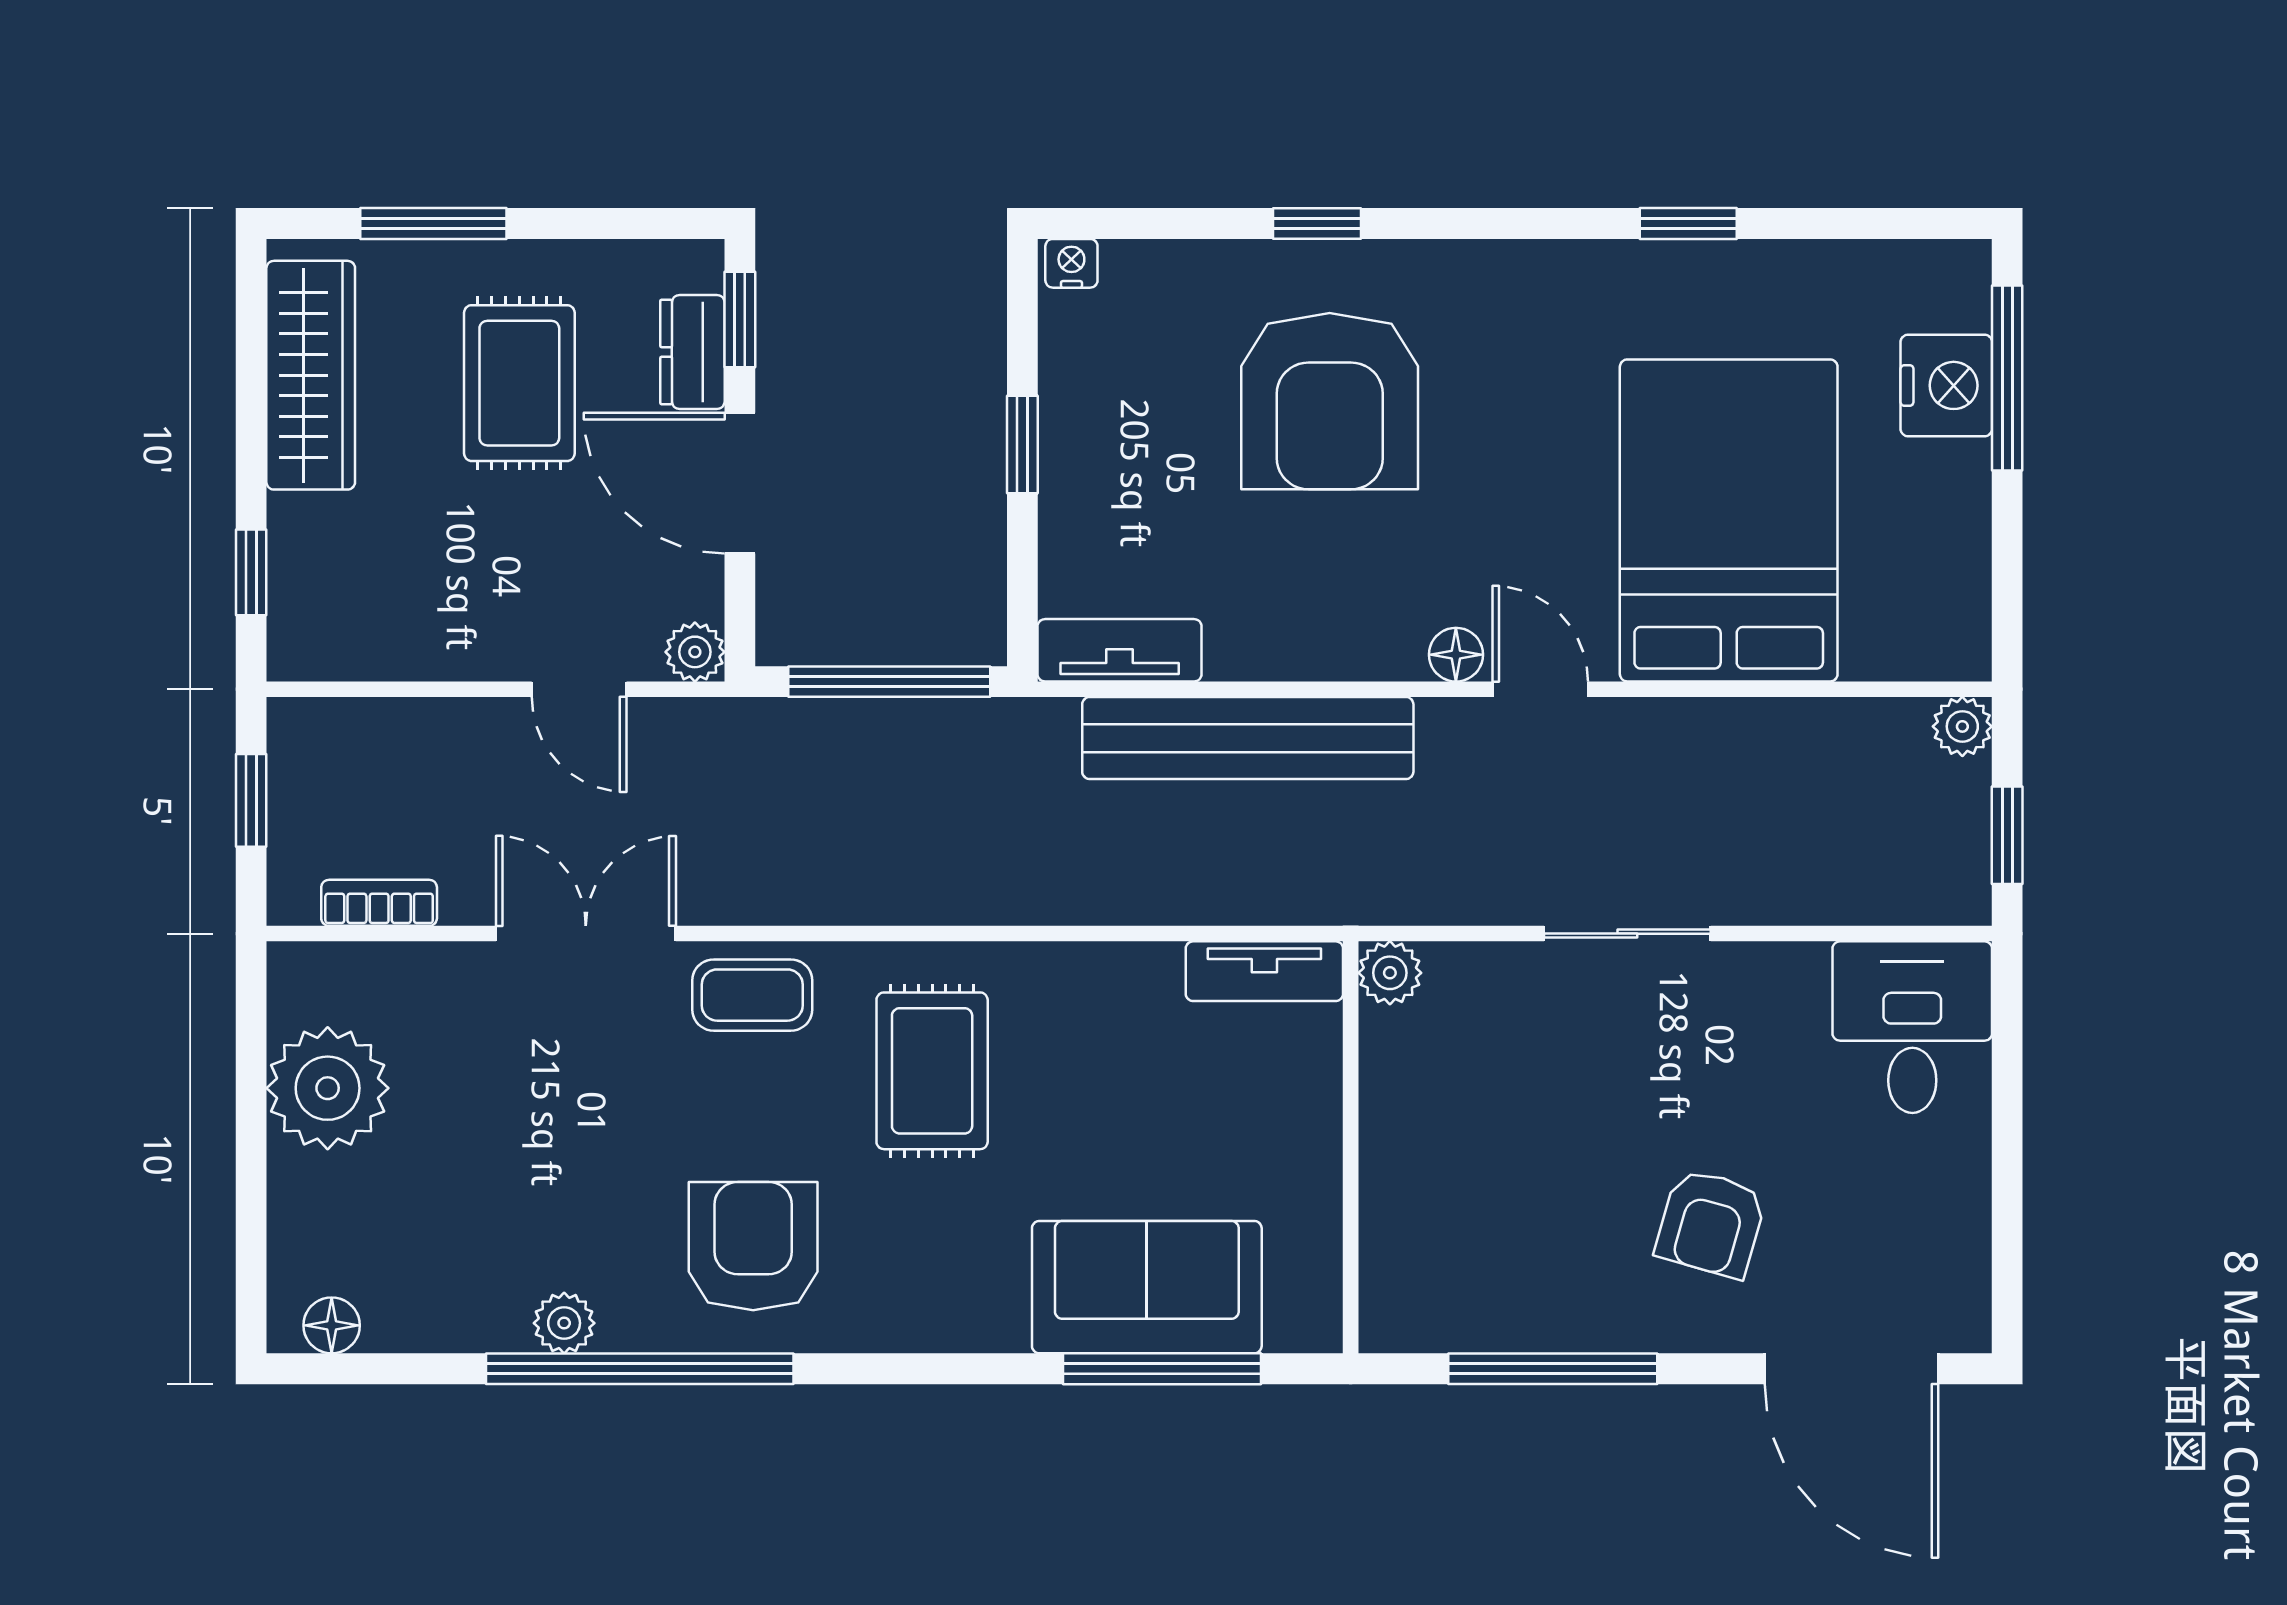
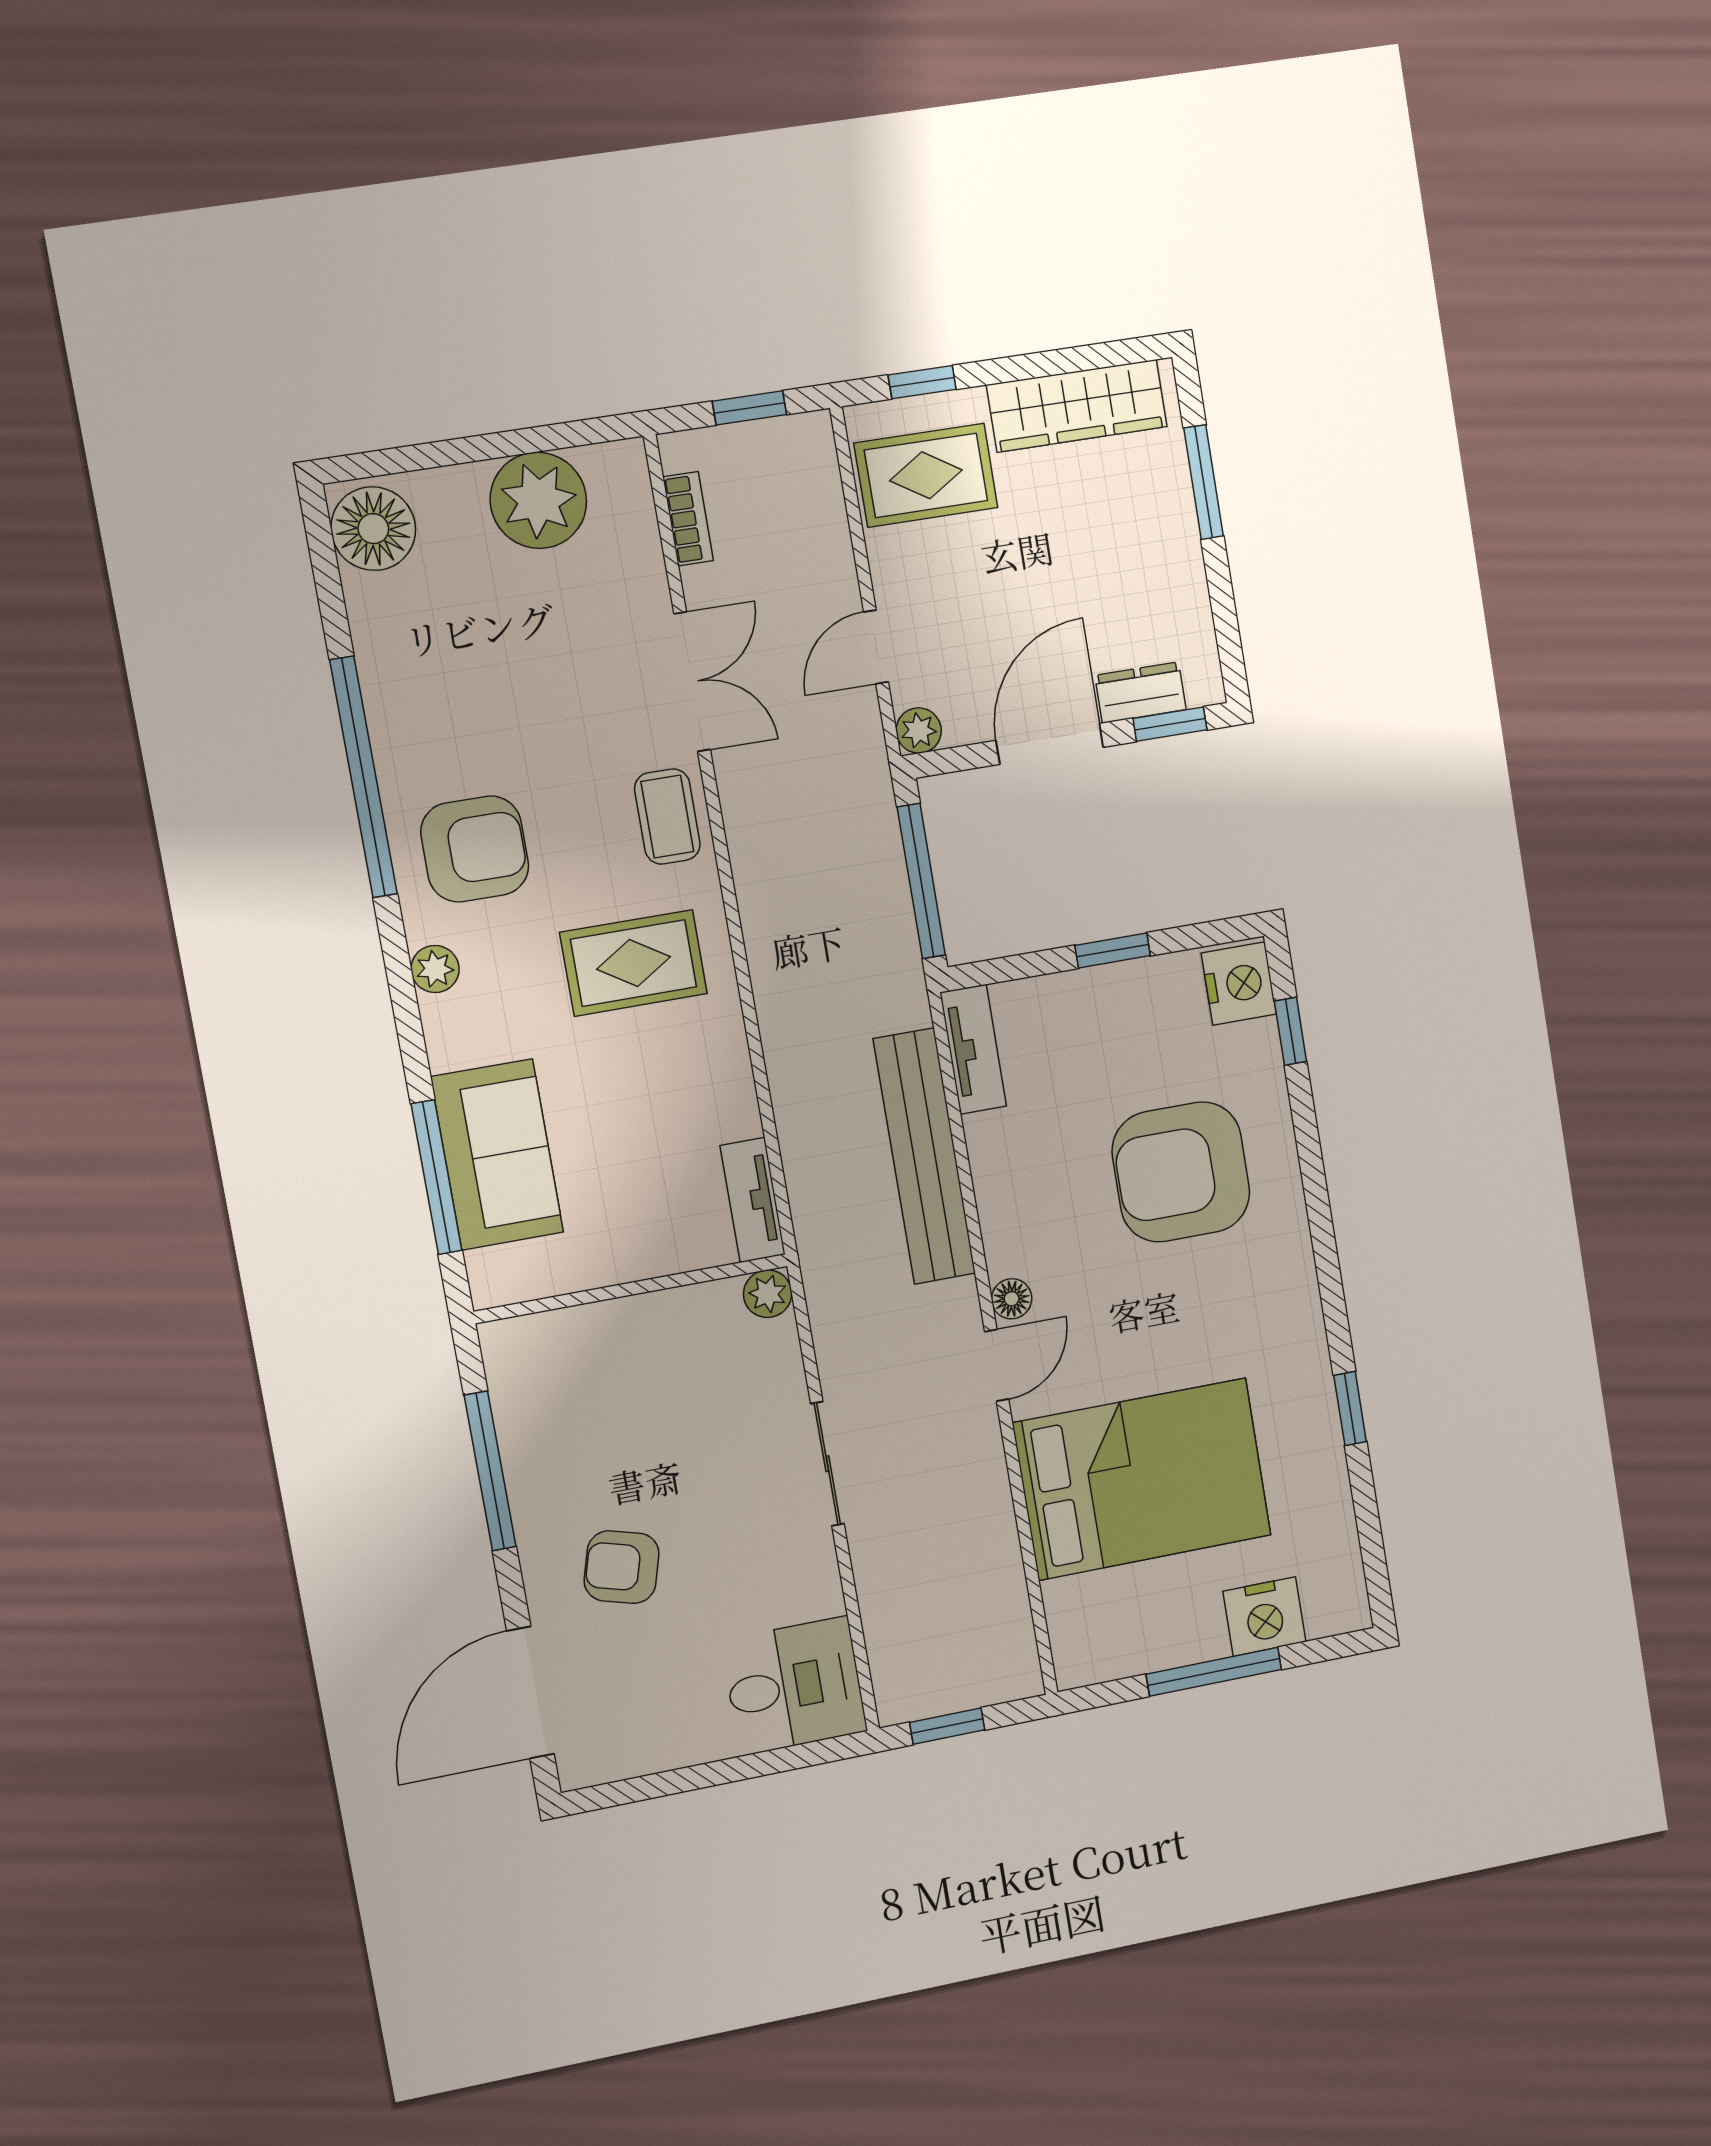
window: (1317, 223) -> (1290, 1031), moved
nightstand: (1071, 263) -> (1239, 984), width x1.89, depth x1.79
window: (2007, 378) -> (1214, 1672), moved
rug: (519, 383) -> (926, 475), moved
plant: (1962, 726) -> (1021, 1678), removed
plant: (564, 1323) -> (435, 969), moved
floor lamp: (332, 1325) -> (373, 529), width x1.89, depth x1.89

